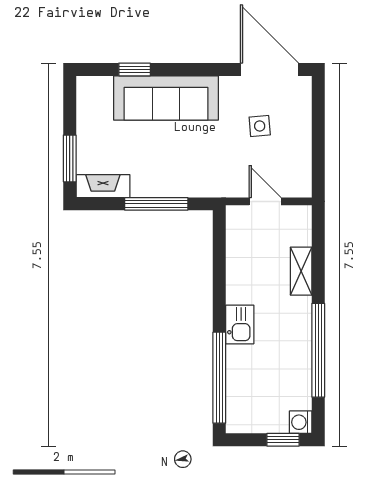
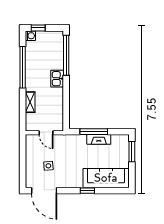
window: (135, 69) -> (87, 191), moved
sofa: (166, 98) -> (106, 178), moved
fireplace: (103, 186) -> (99, 139), moved

